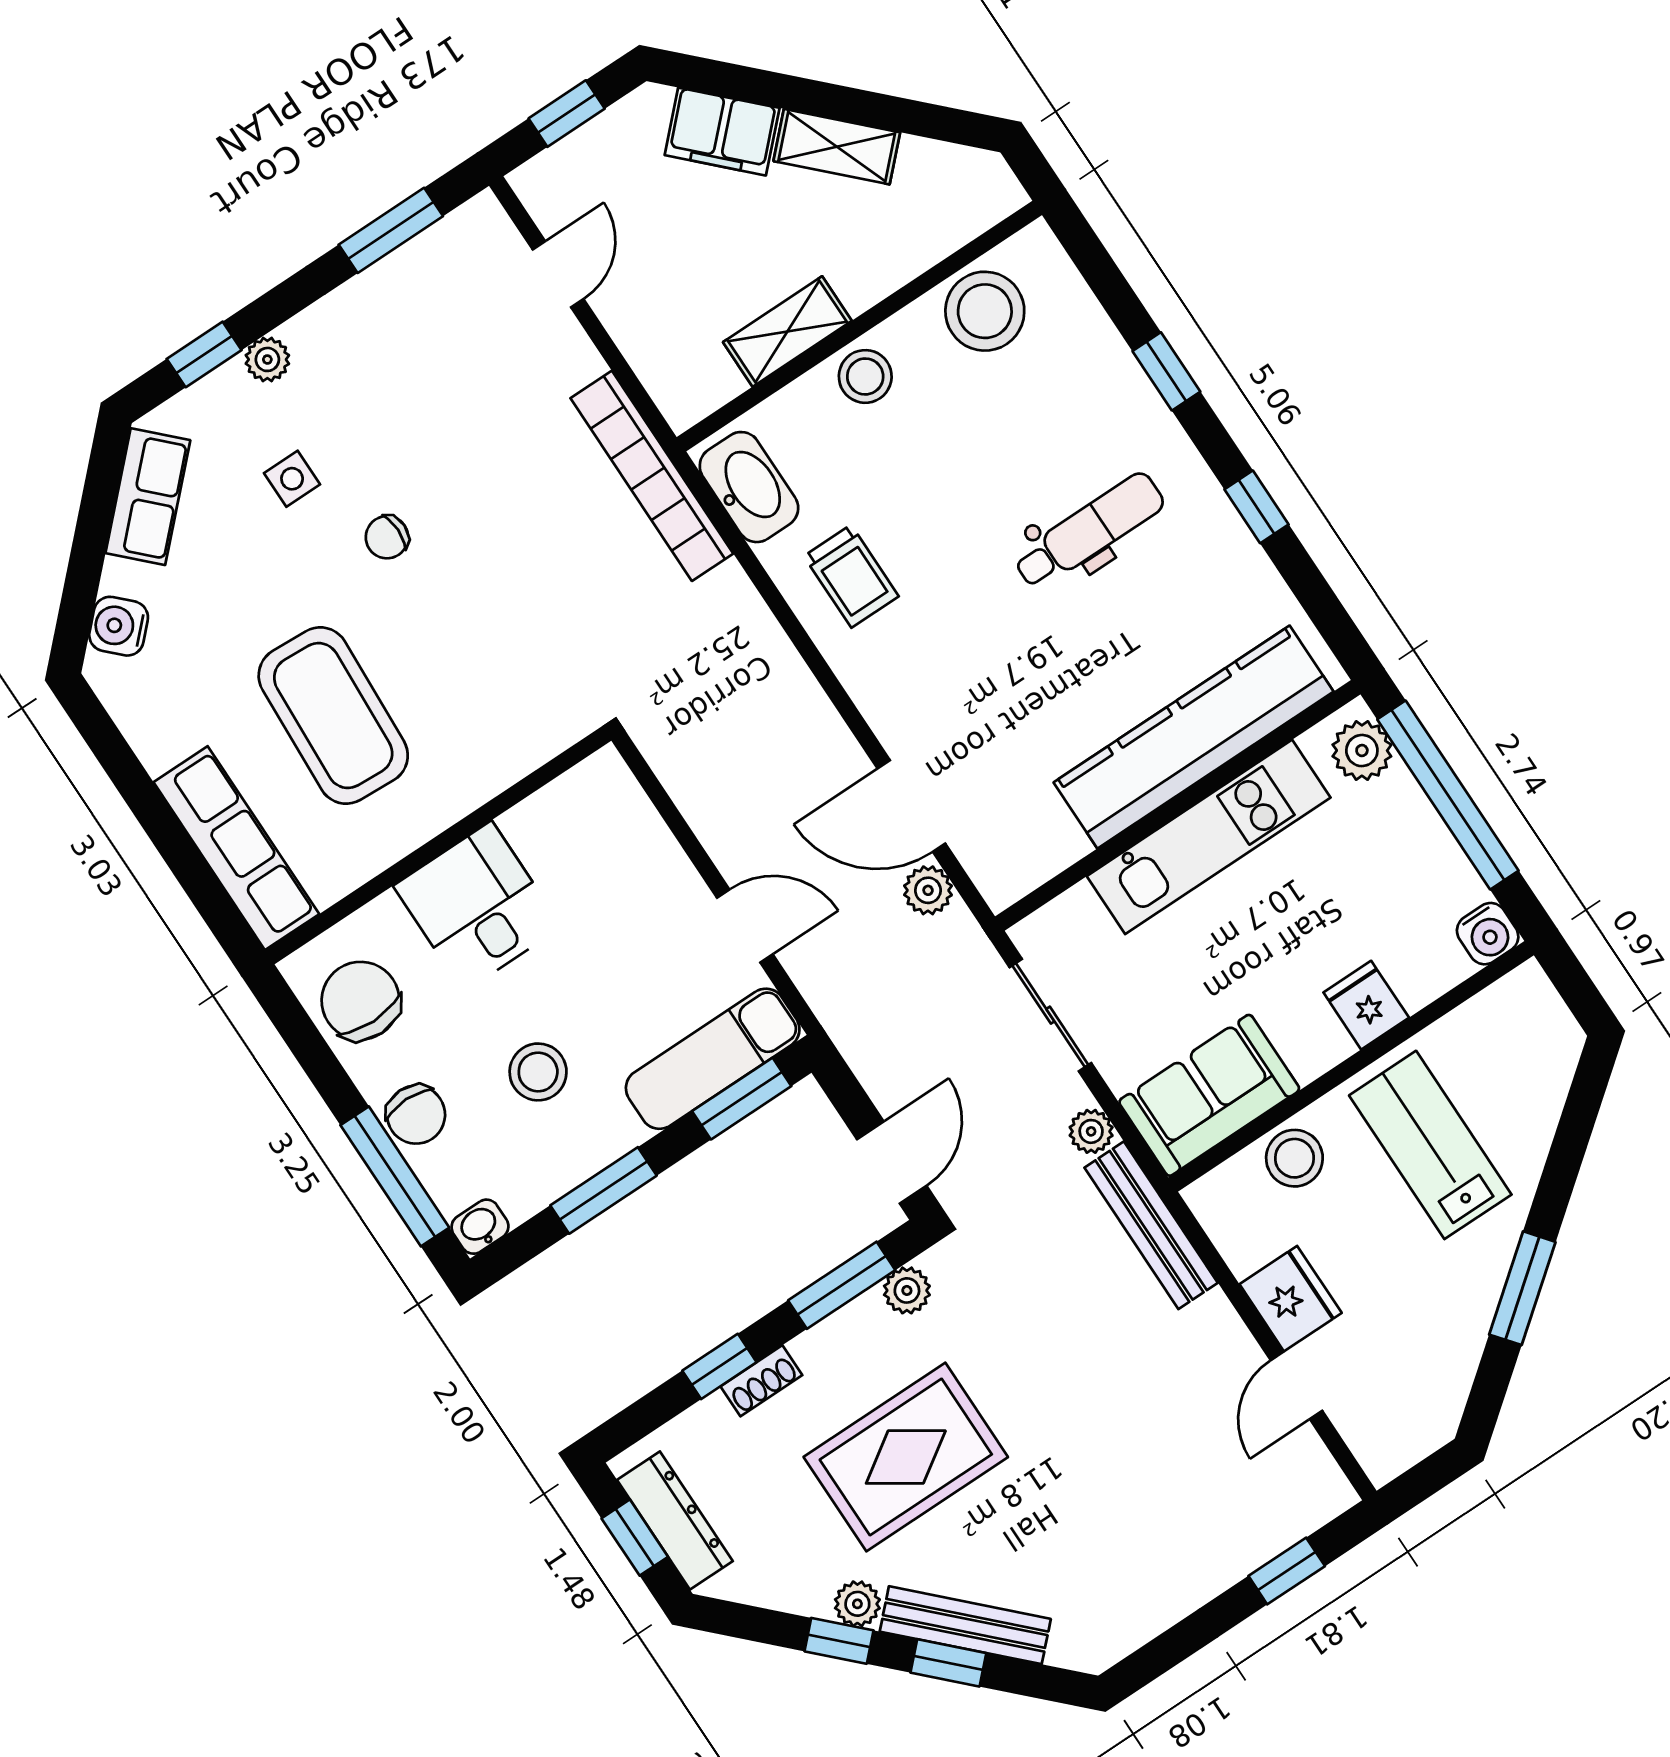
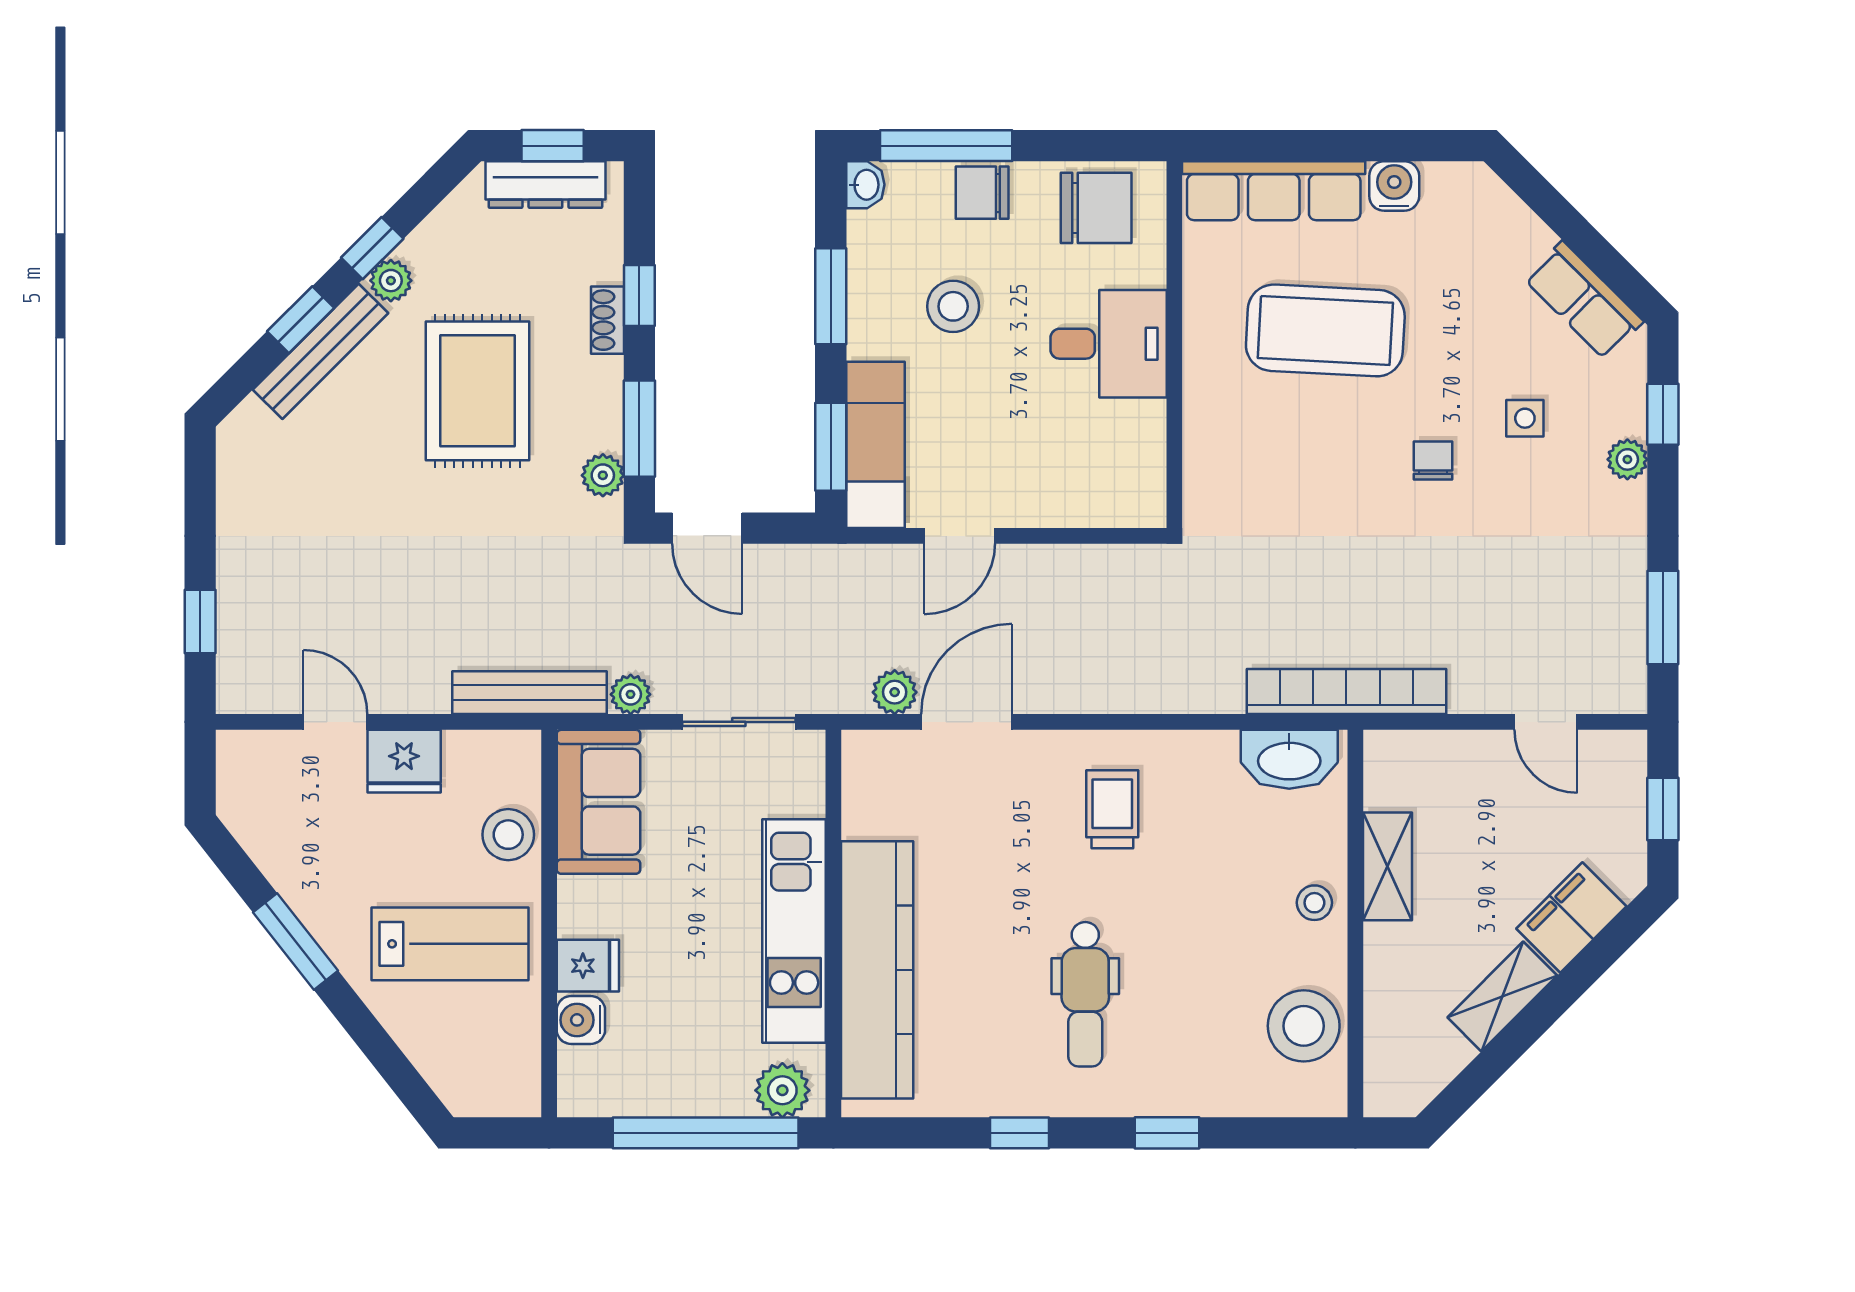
stool: (865, 376) -> (1314, 903), width x0.73, depth x0.73
trolley: (851, 576) -> (1112, 809), moved, turned 90
water cooler: (119, 626) -> (1394, 186), moved, turned -45
water cooler: (1488, 934) -> (581, 1020), moved

